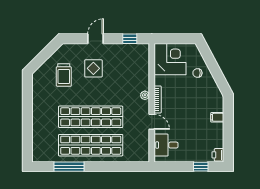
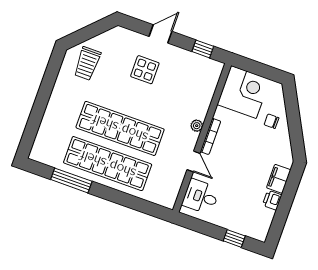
trolley: (64, 75) -> (87, 63), moved
filing cabinet: (217, 117) -> (279, 179), width x2.00
printer: (218, 155) -> (272, 200), moved

